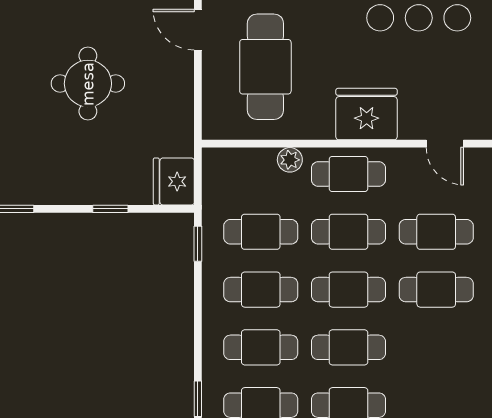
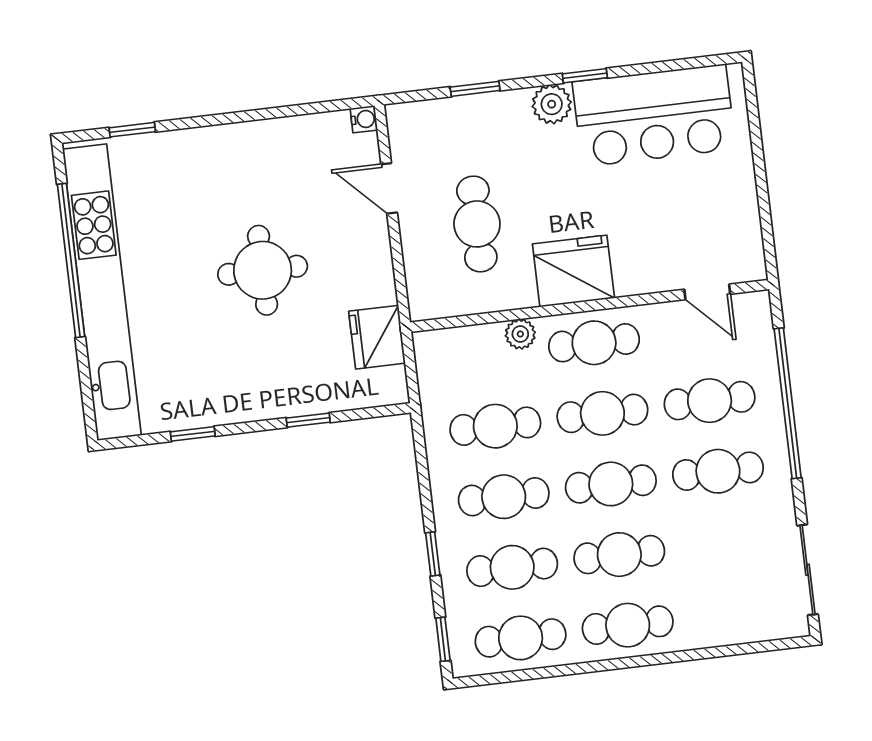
cafe table: (265, 67) -> (477, 224), width x0.73, depth x0.74
fridge: (367, 114) -> (573, 271), moved
fridge: (174, 181) -> (377, 337), moved
window: (198, 244) -> (433, 554), moved

